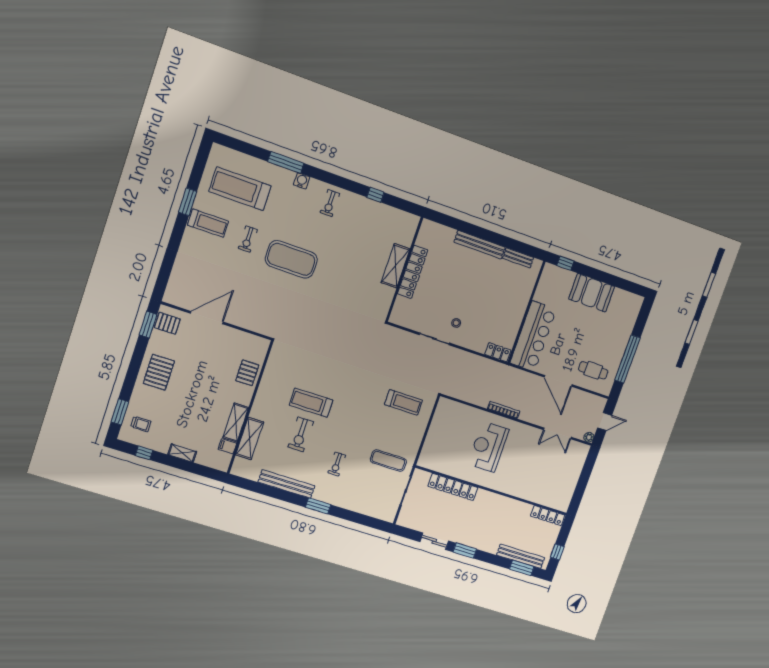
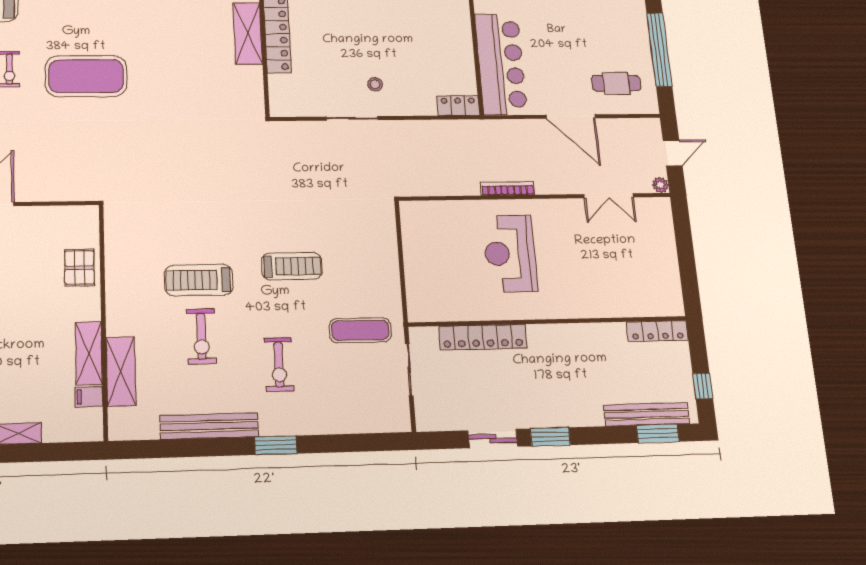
treadmill: (403, 402) -> (292, 266), moved
exercise bike: (337, 464) -> (279, 365), width x1.38, depth x1.39

